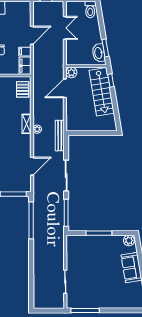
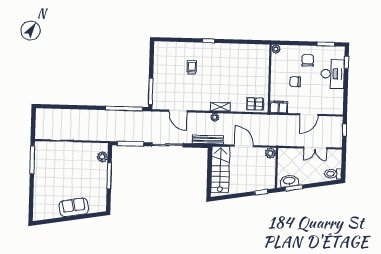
door: (32, 35) -> (309, 115), hinge flipped
filing cabinet: (25, 52) -> (293, 107), removed
door: (65, 88) -> (244, 146), moved
stairs: (102, 92) -> (220, 170), moved, turned 99
plant: (129, 241) -> (102, 157), moved

